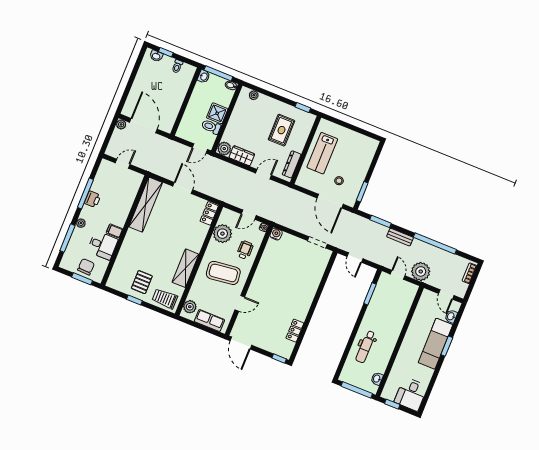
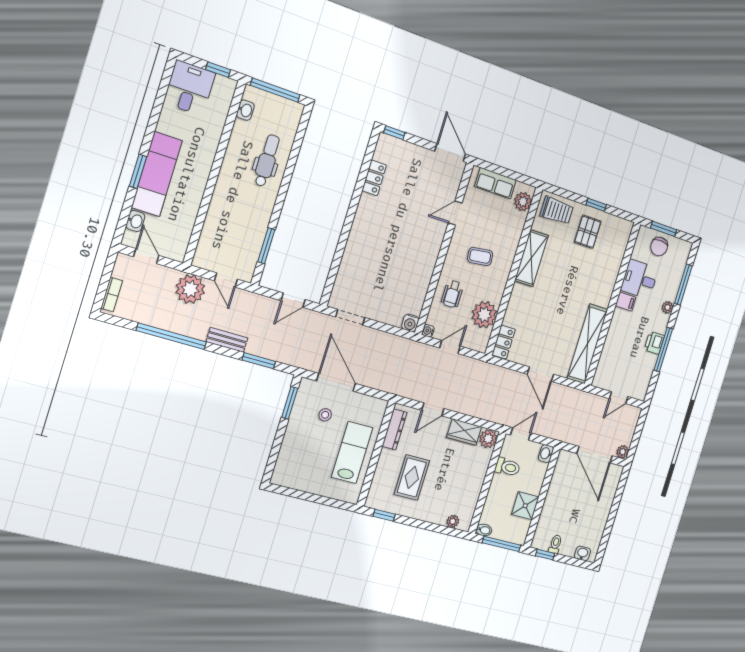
window: (166, 52) -> (545, 555), moved
washbasin: (204, 76) -> (546, 454), moved
shower: (217, 113) -> (525, 506), moved
door: (355, 258) -> (293, 300), swing flipped
coffee table: (223, 273) -> (480, 256), width x0.54, depth x0.58

